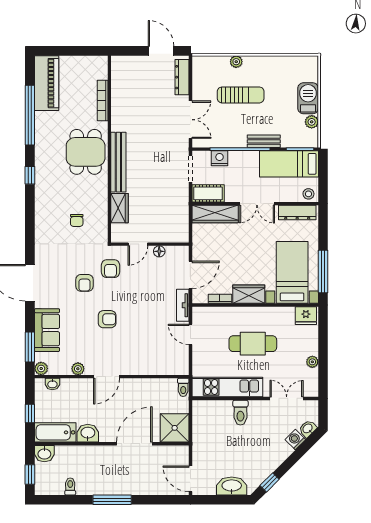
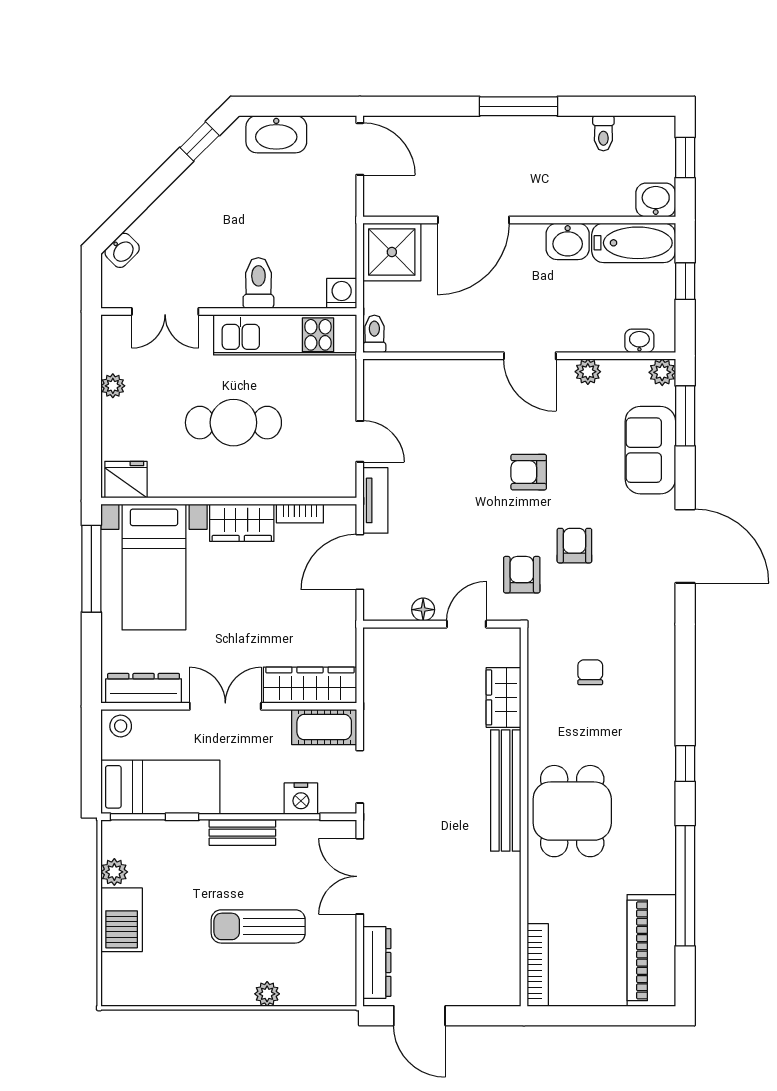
bookcase: (103, 100) -> (538, 965), moved
bench: (264, 141) -> (242, 833), moved
door: (107, 377) -> (530, 356), swing flipped
washing machine: (295, 440) -> (342, 293), moved, turned -135

